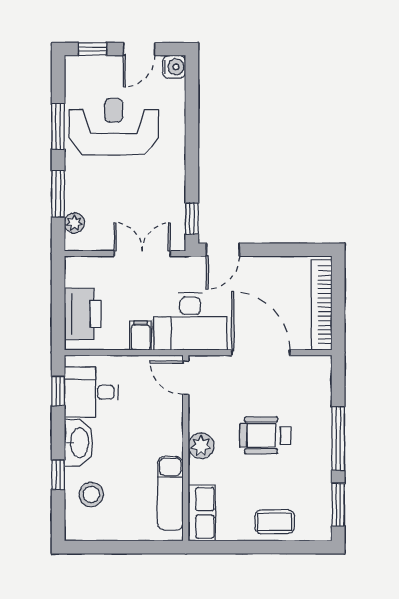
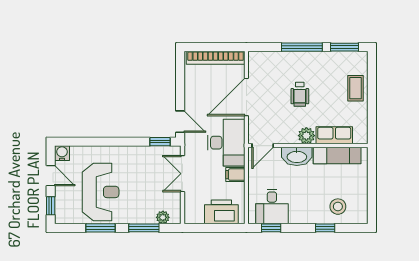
reception desk: (114, 127) -> (101, 192), turned 180
wheelchair: (265, 435) -> (300, 94), width x0.73, depth x0.73
washbasin: (79, 443) -> (297, 156), moved, turned 180
row of seats: (202, 513) -> (334, 135), moved

